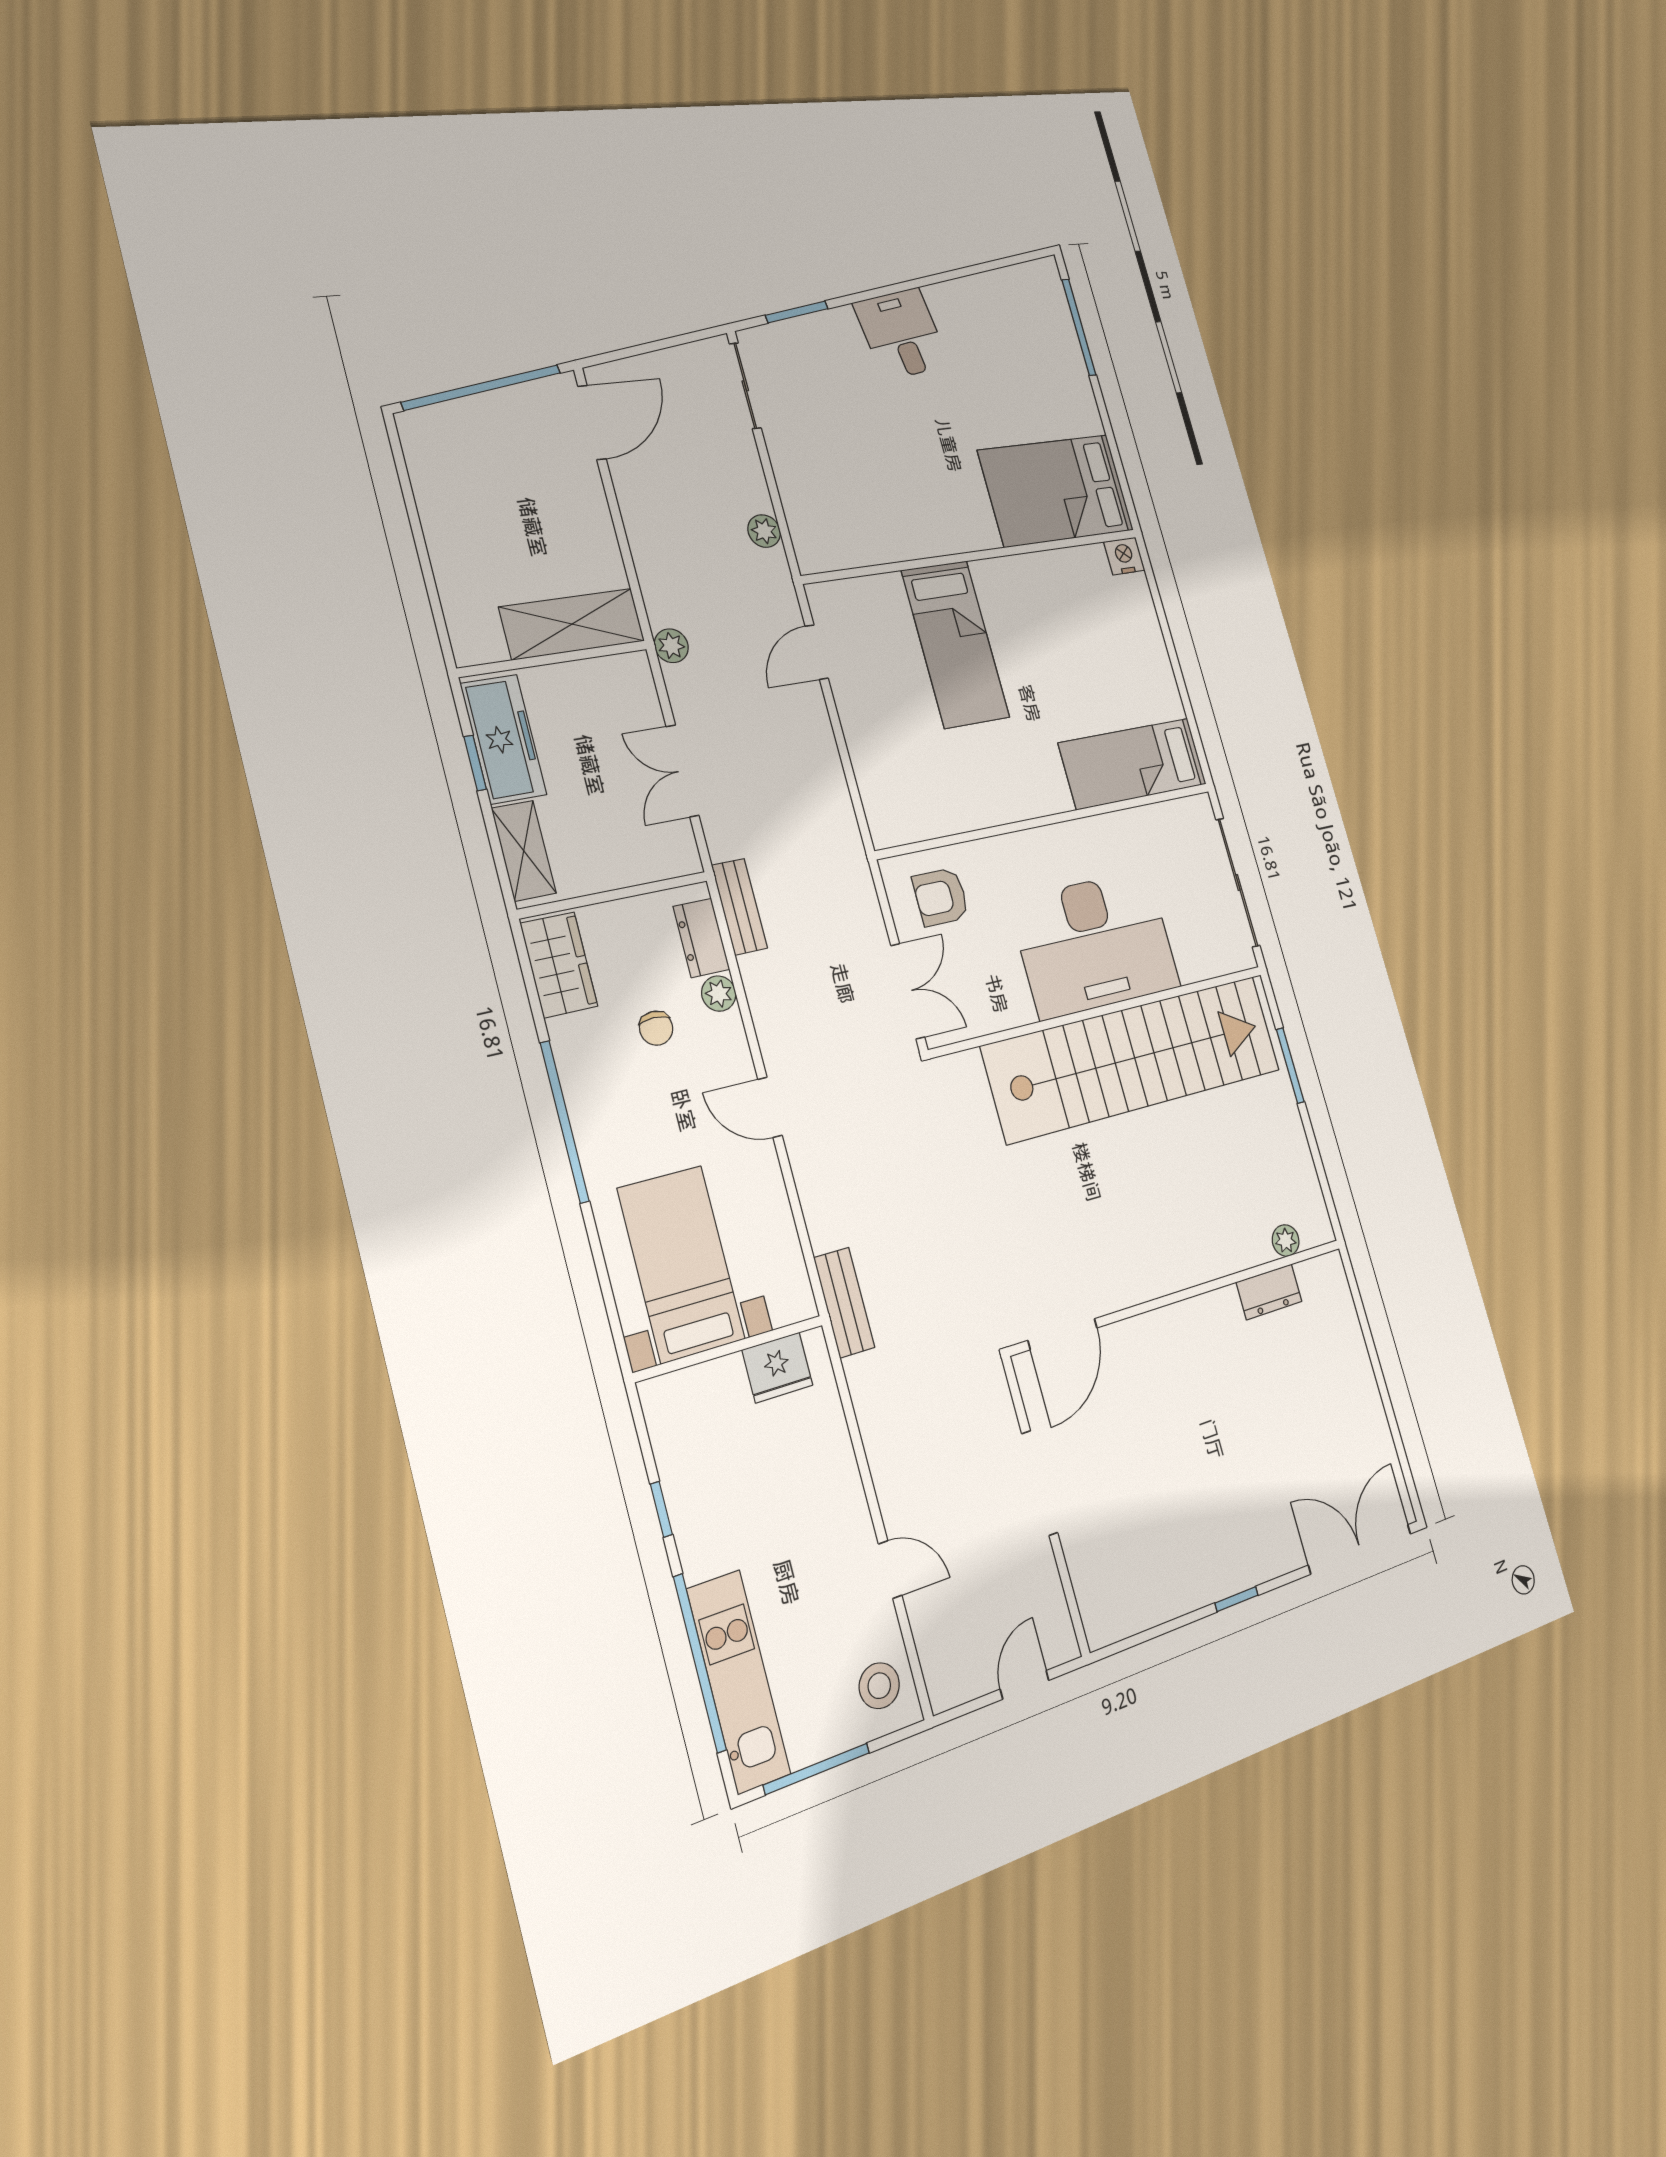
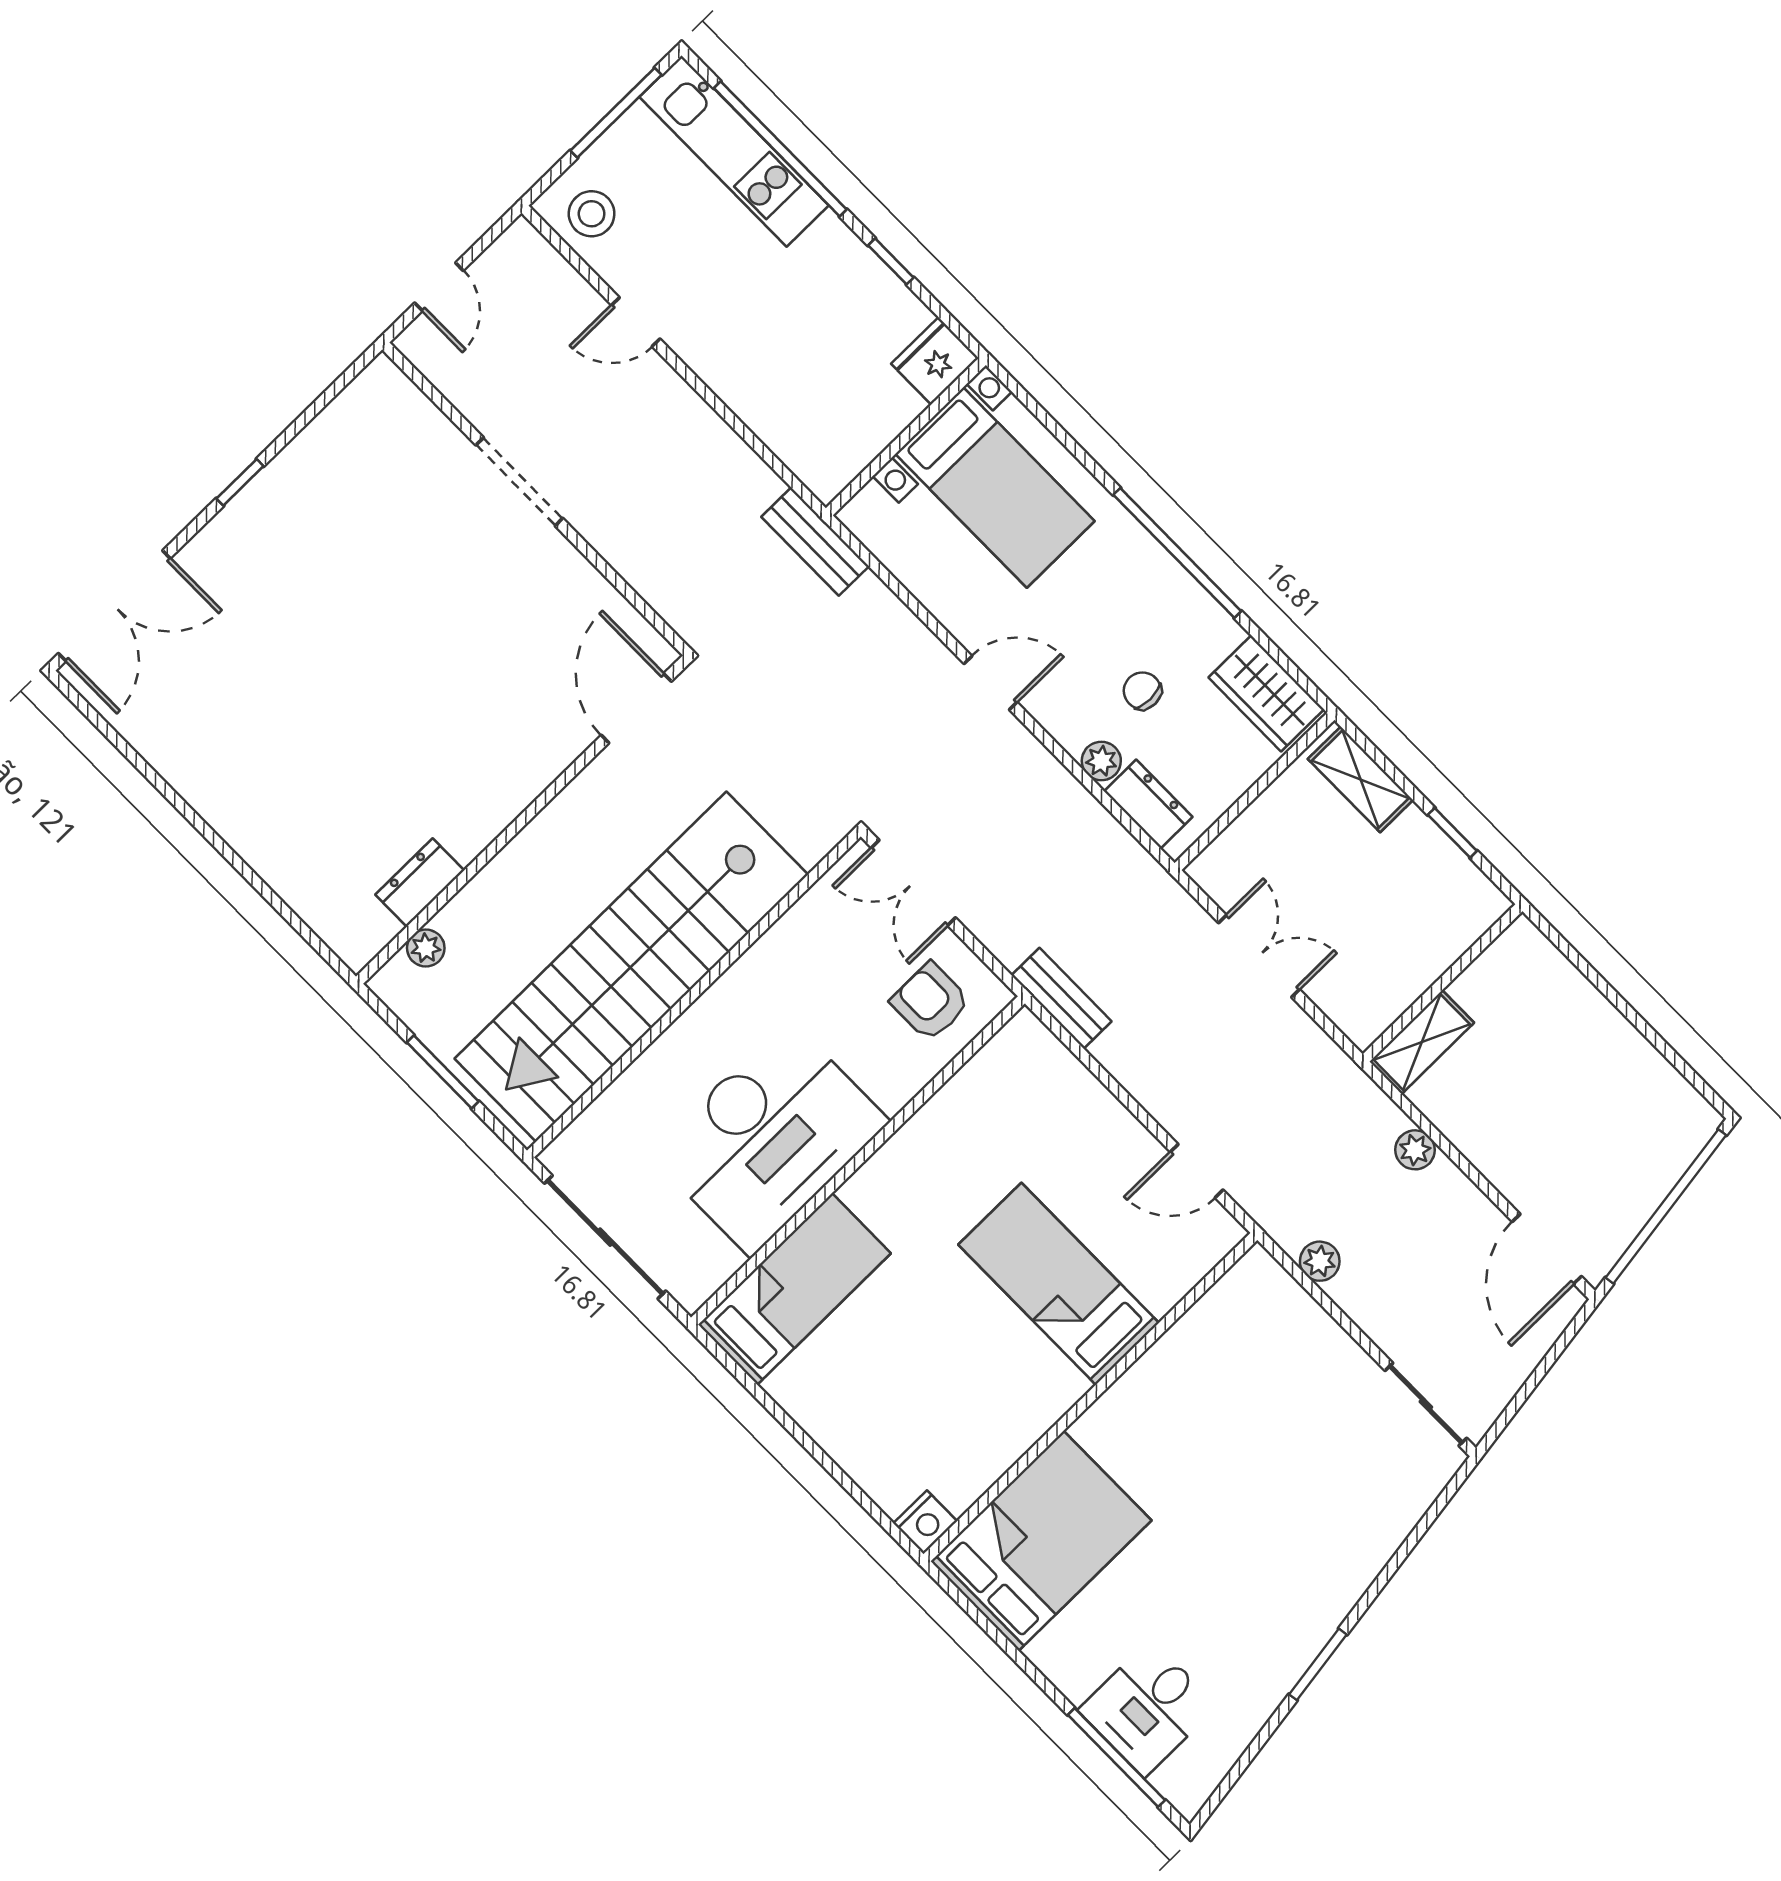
window: (797, 312) -> (1318, 1664), moved
desk: (902, 334) -> (1148, 1708), moved, turned 98
shelving: (572, 624) -> (1422, 1042), width x0.67, depth x0.75
plant: (671, 646) -> (1415, 1150), moved
door: (817, 652) -> (1197, 1171), swing flipped
freezer: (503, 739) -> (1441, 873), removed
armchair: (941, 897) -> (930, 1002), turned -90
bench: (740, 907) -> (1061, 998), moved
desk: (1095, 944) -> (769, 1138), moved, turned 180
plant: (1286, 1240) -> (426, 948), moved
dresser: (1269, 1292) -> (420, 882), moved
wall: (1180, 1296) -> (523, 820), moved
door: (1063, 1334) -> (636, 708), moved
fridge: (777, 1368) -> (935, 361), moved

